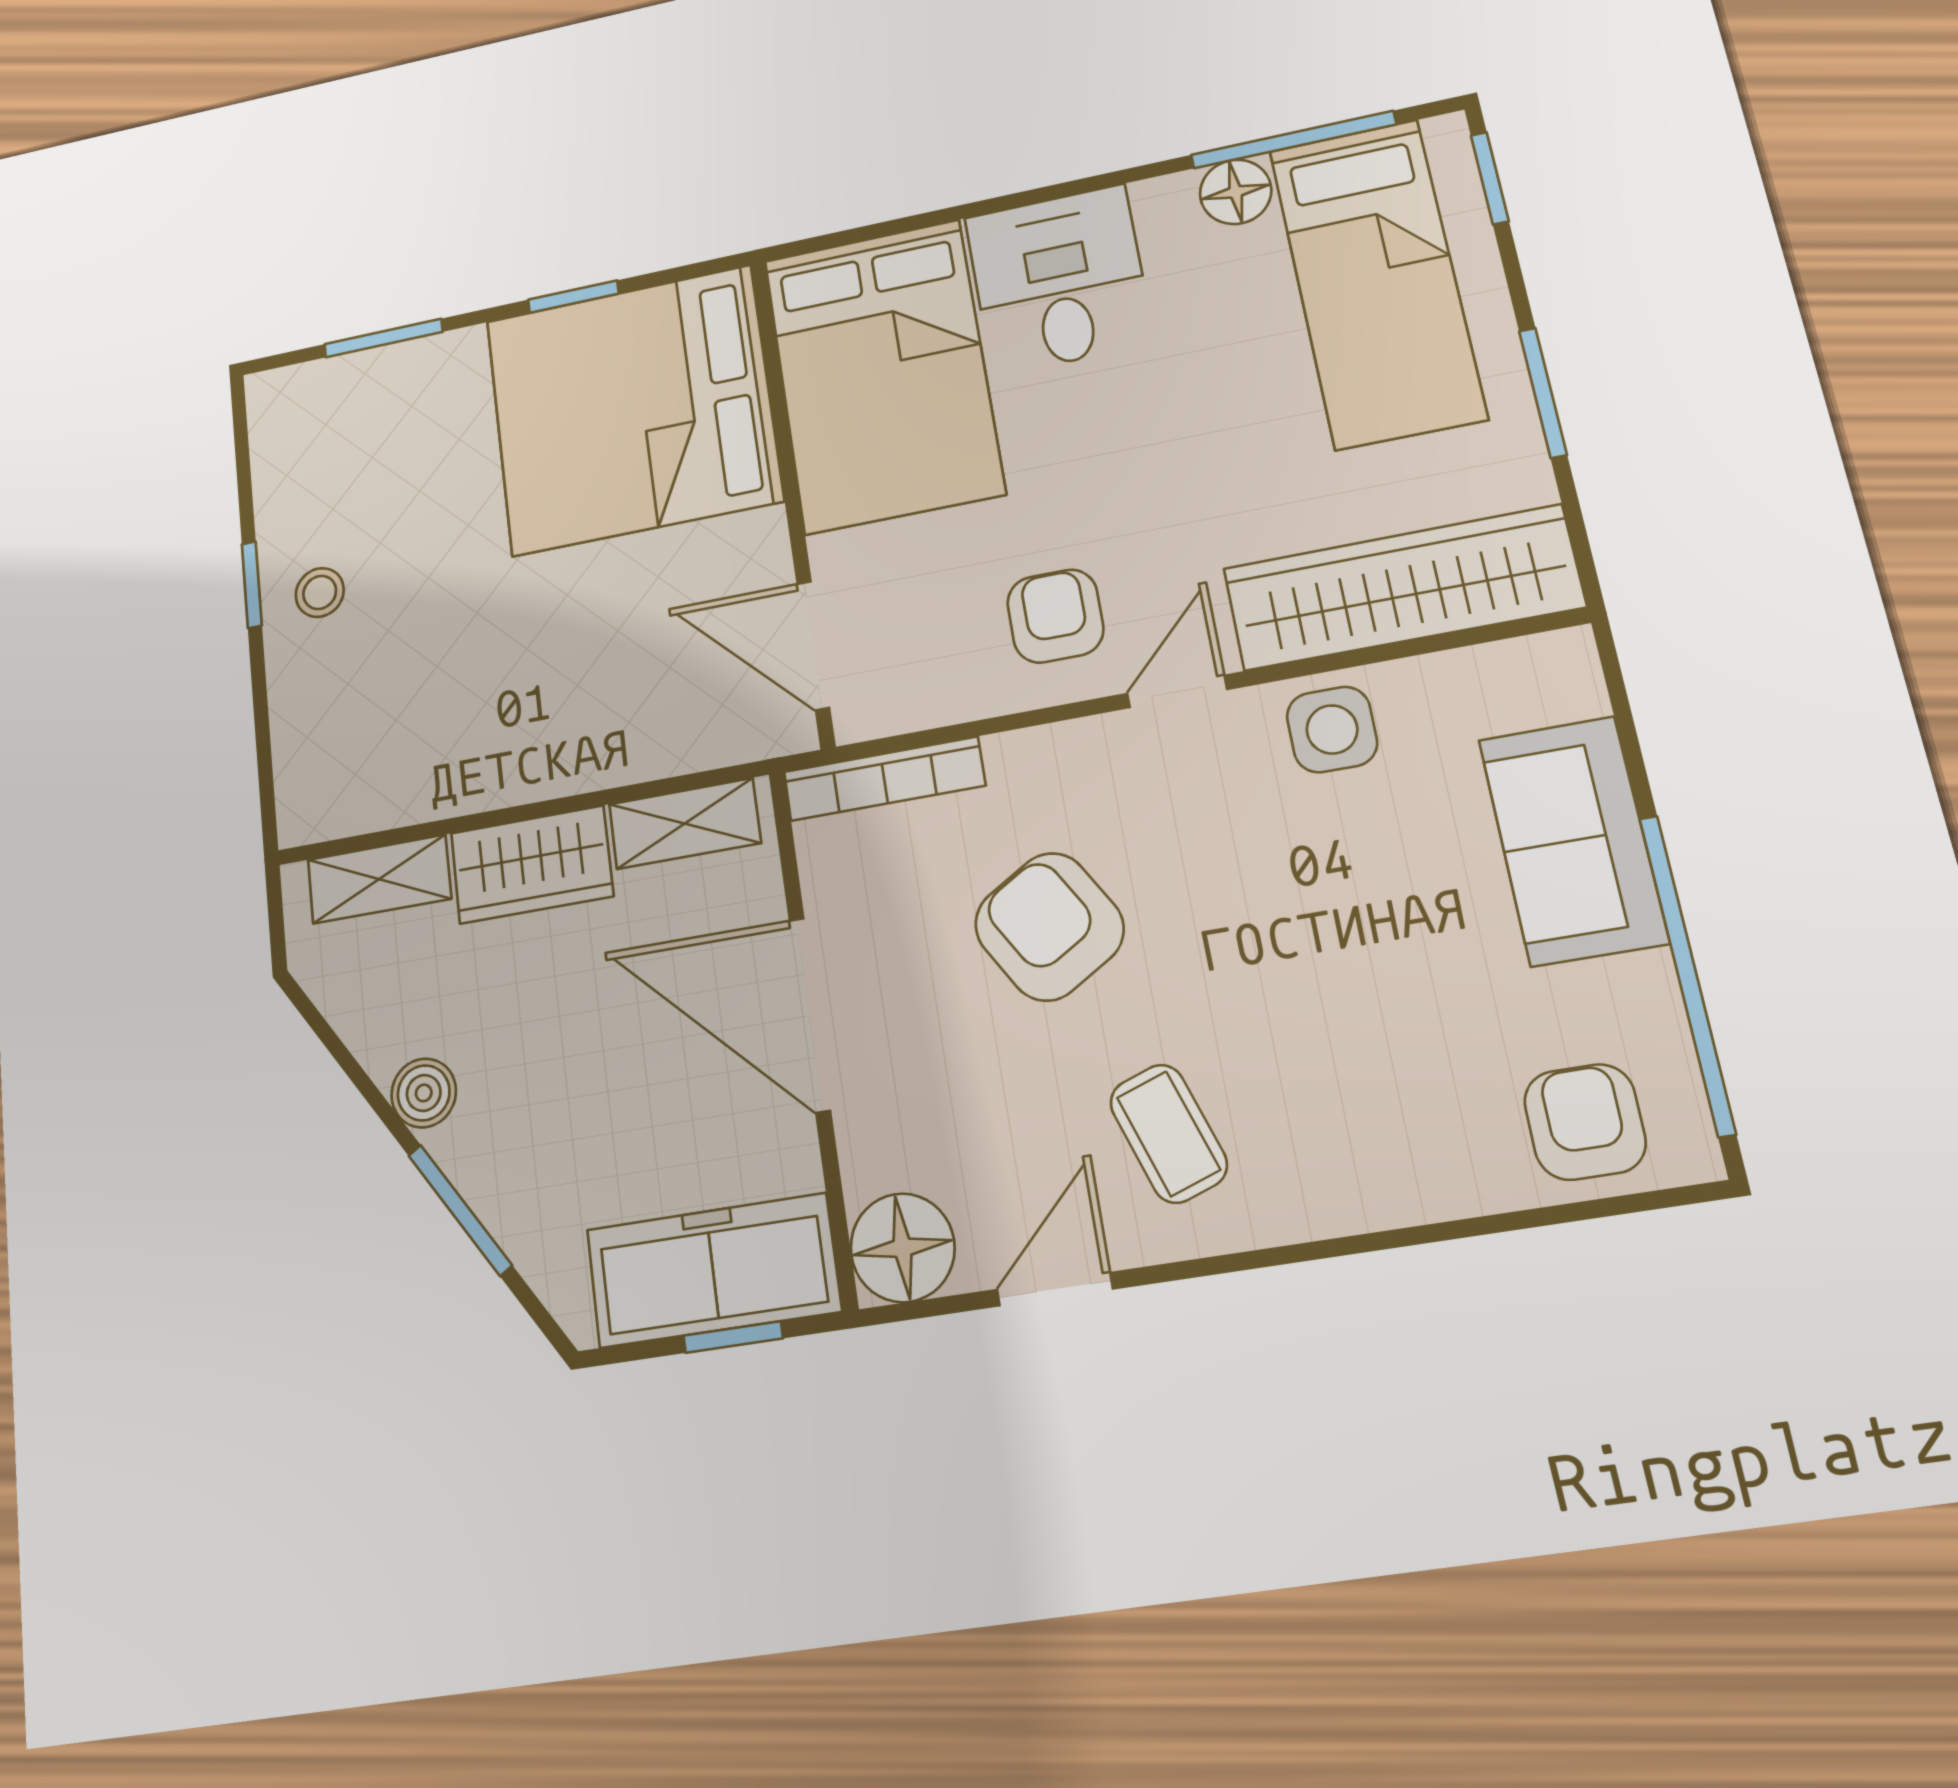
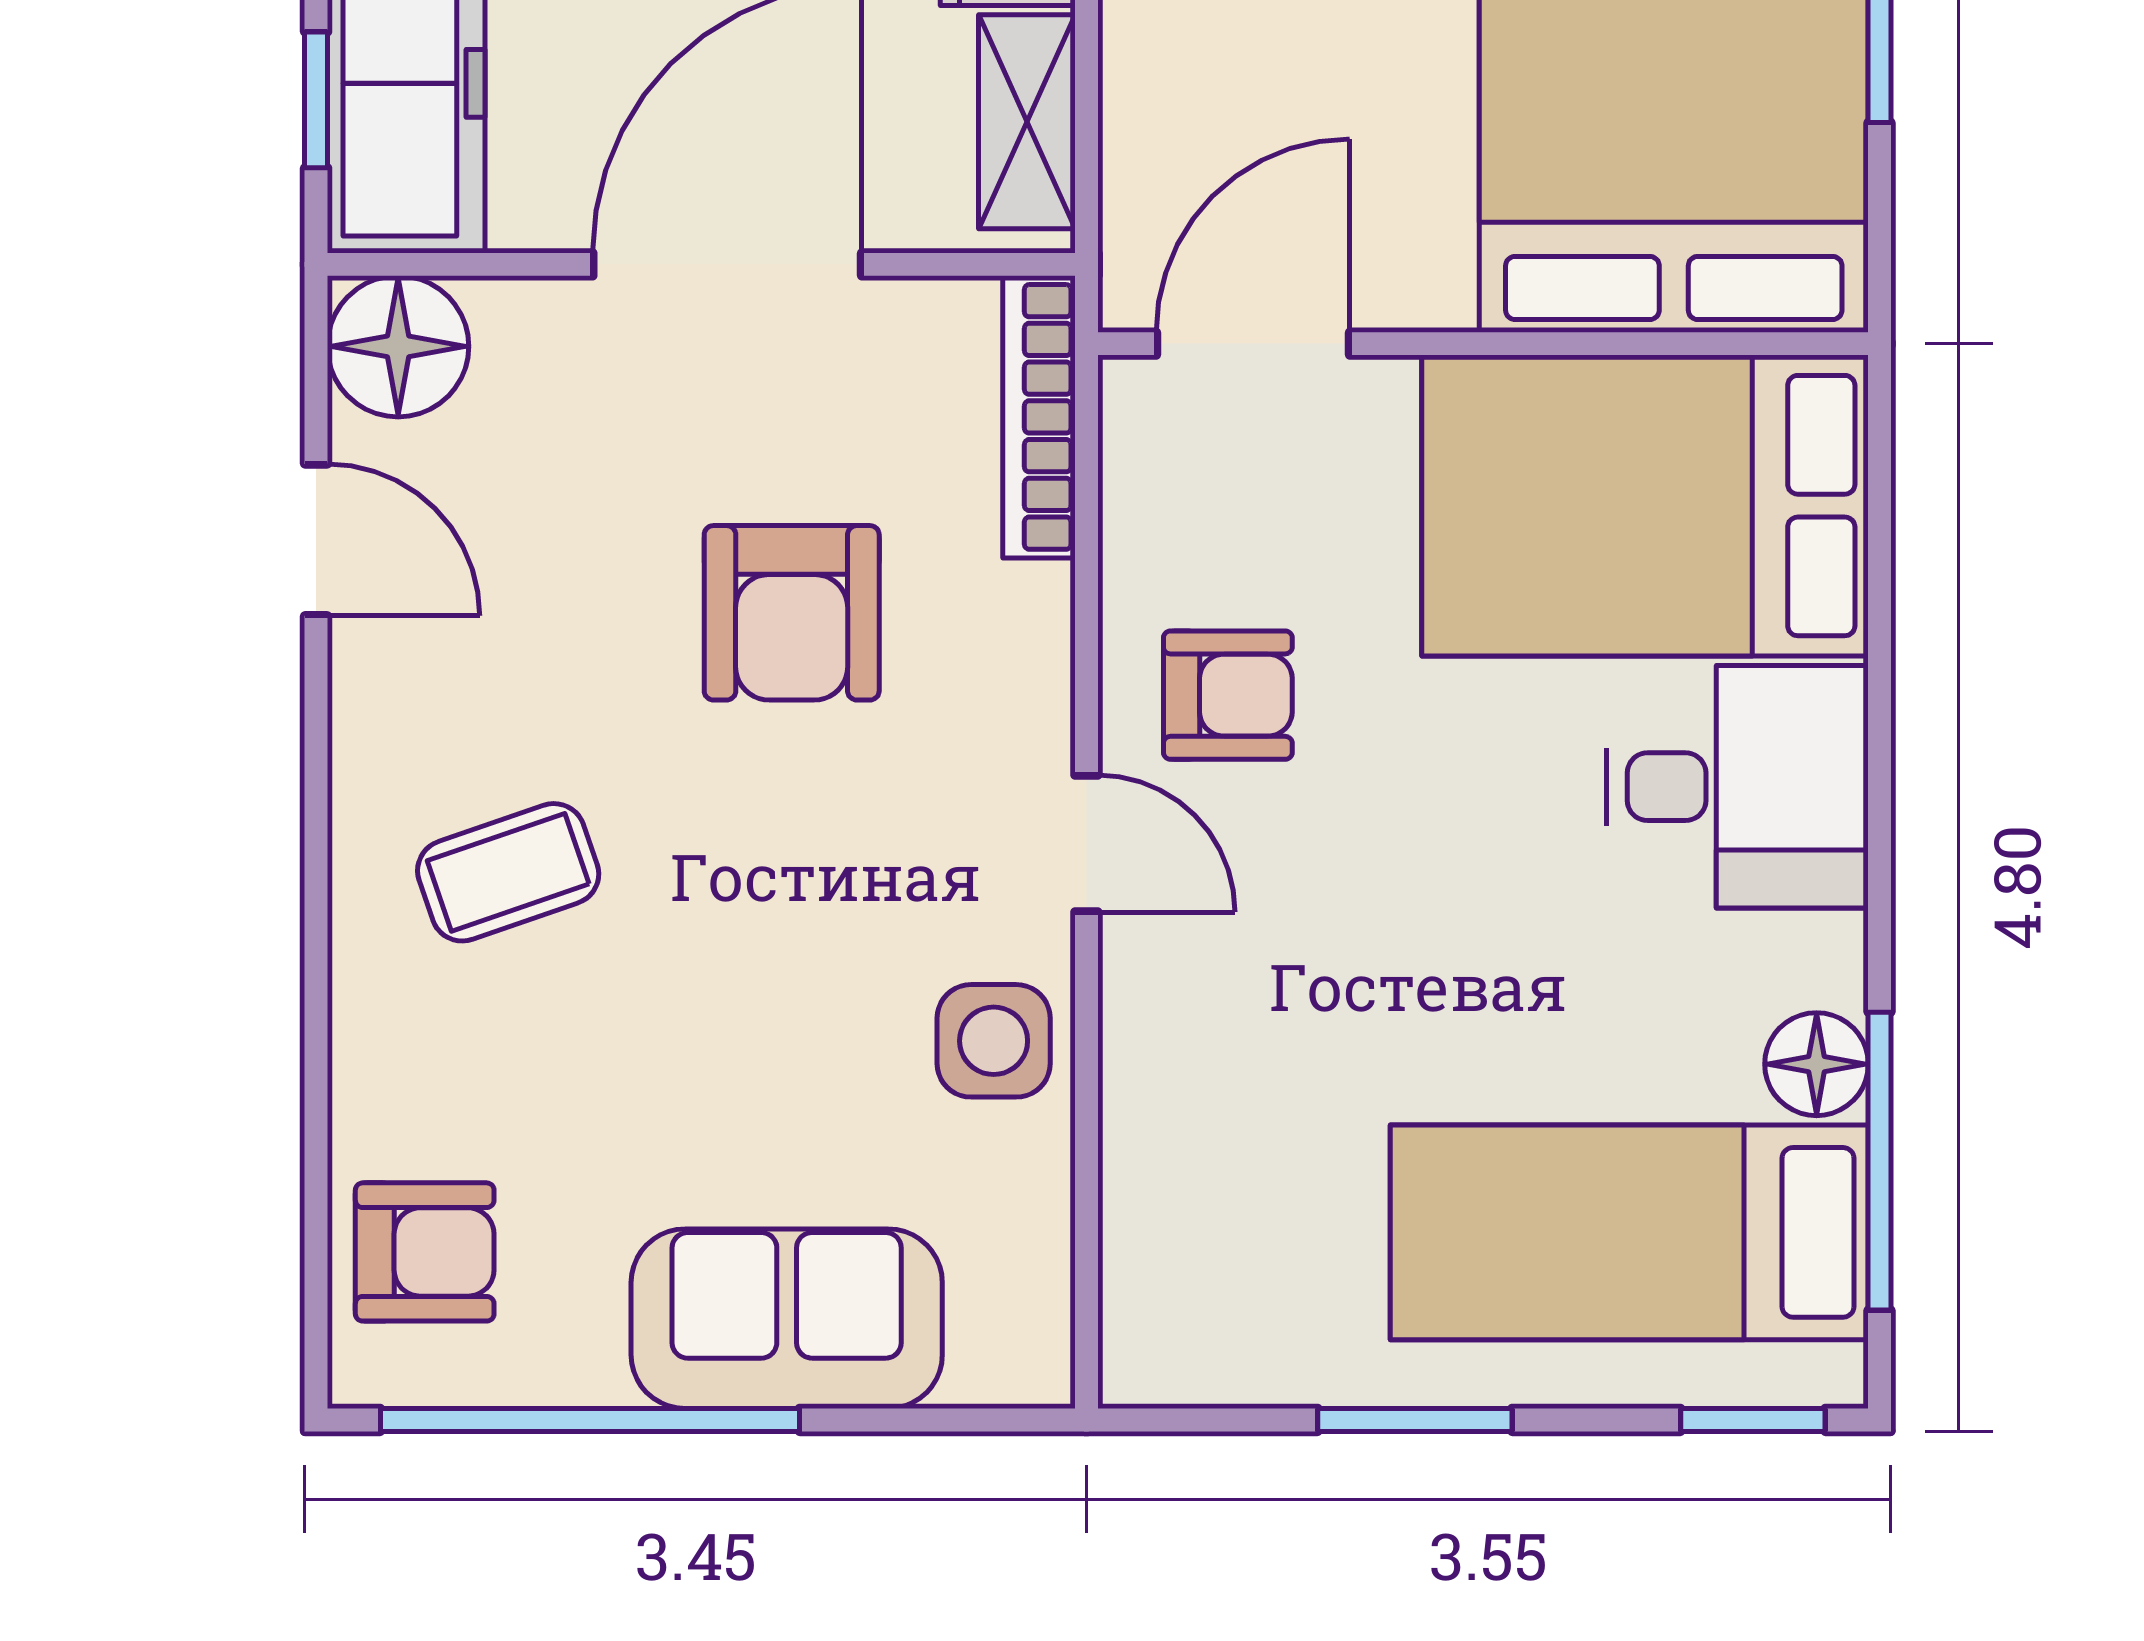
wardrobe: (1403, 588) -> (1174, 1174), removed
armchair: (1049, 927) -> (792, 613), turned 121
coffee table: (1169, 1134) -> (508, 872), moved

